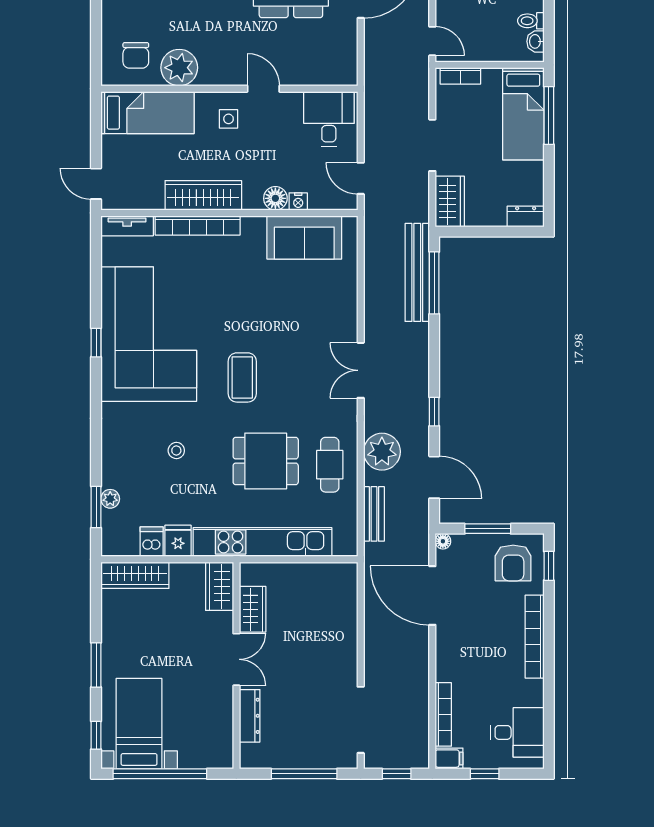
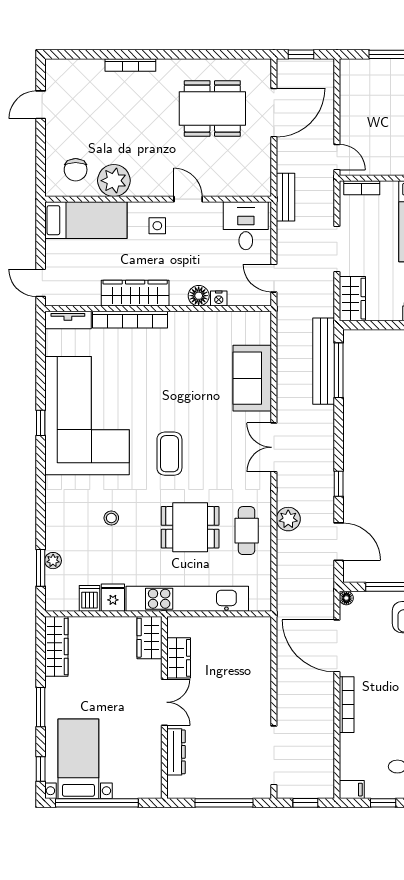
sofa: (304, 237) -> (252, 378), moved, turned 90
plant: (382, 452) -> (288, 519), width x0.73, depth x0.73
bench: (374, 514) -> (286, 197), moved
wardrobe: (135, 575) -> (56, 646), moved, turned -90
bookcase: (443, 714) -> (347, 705), moved

